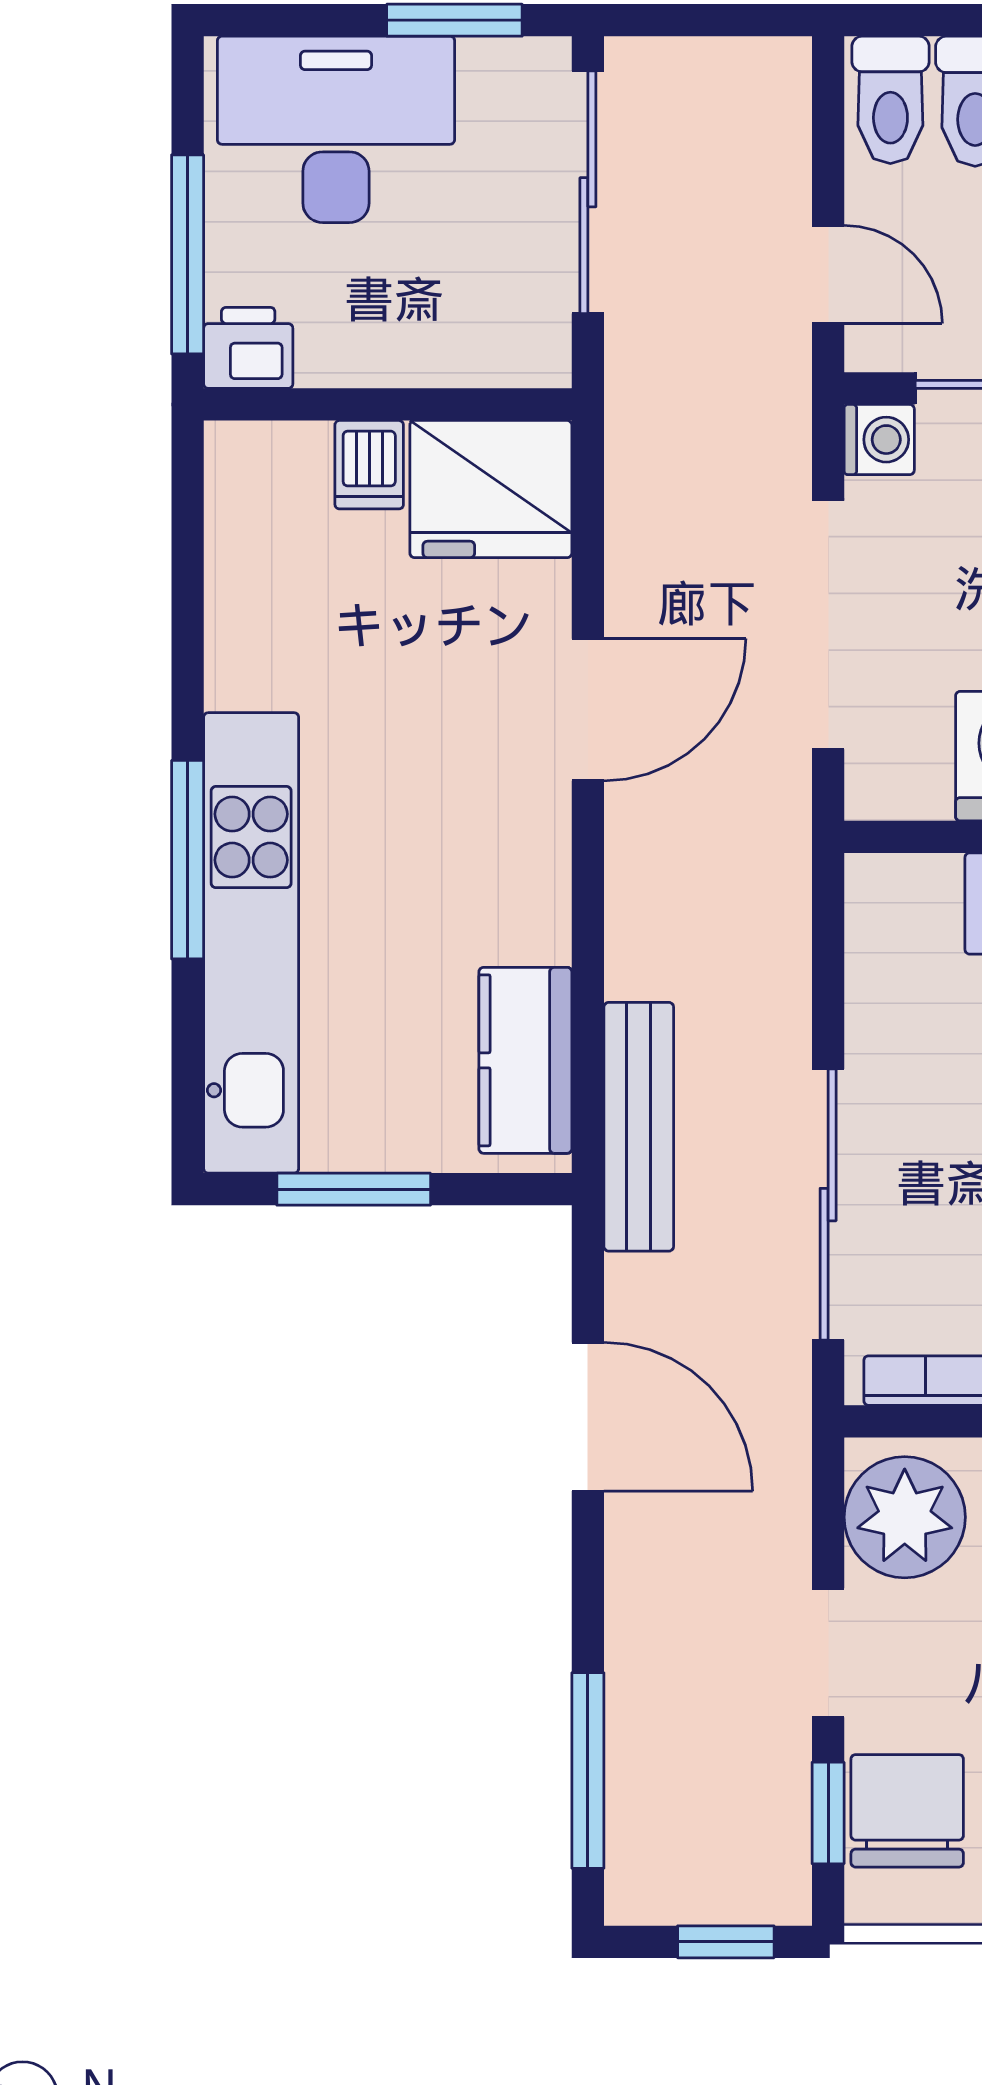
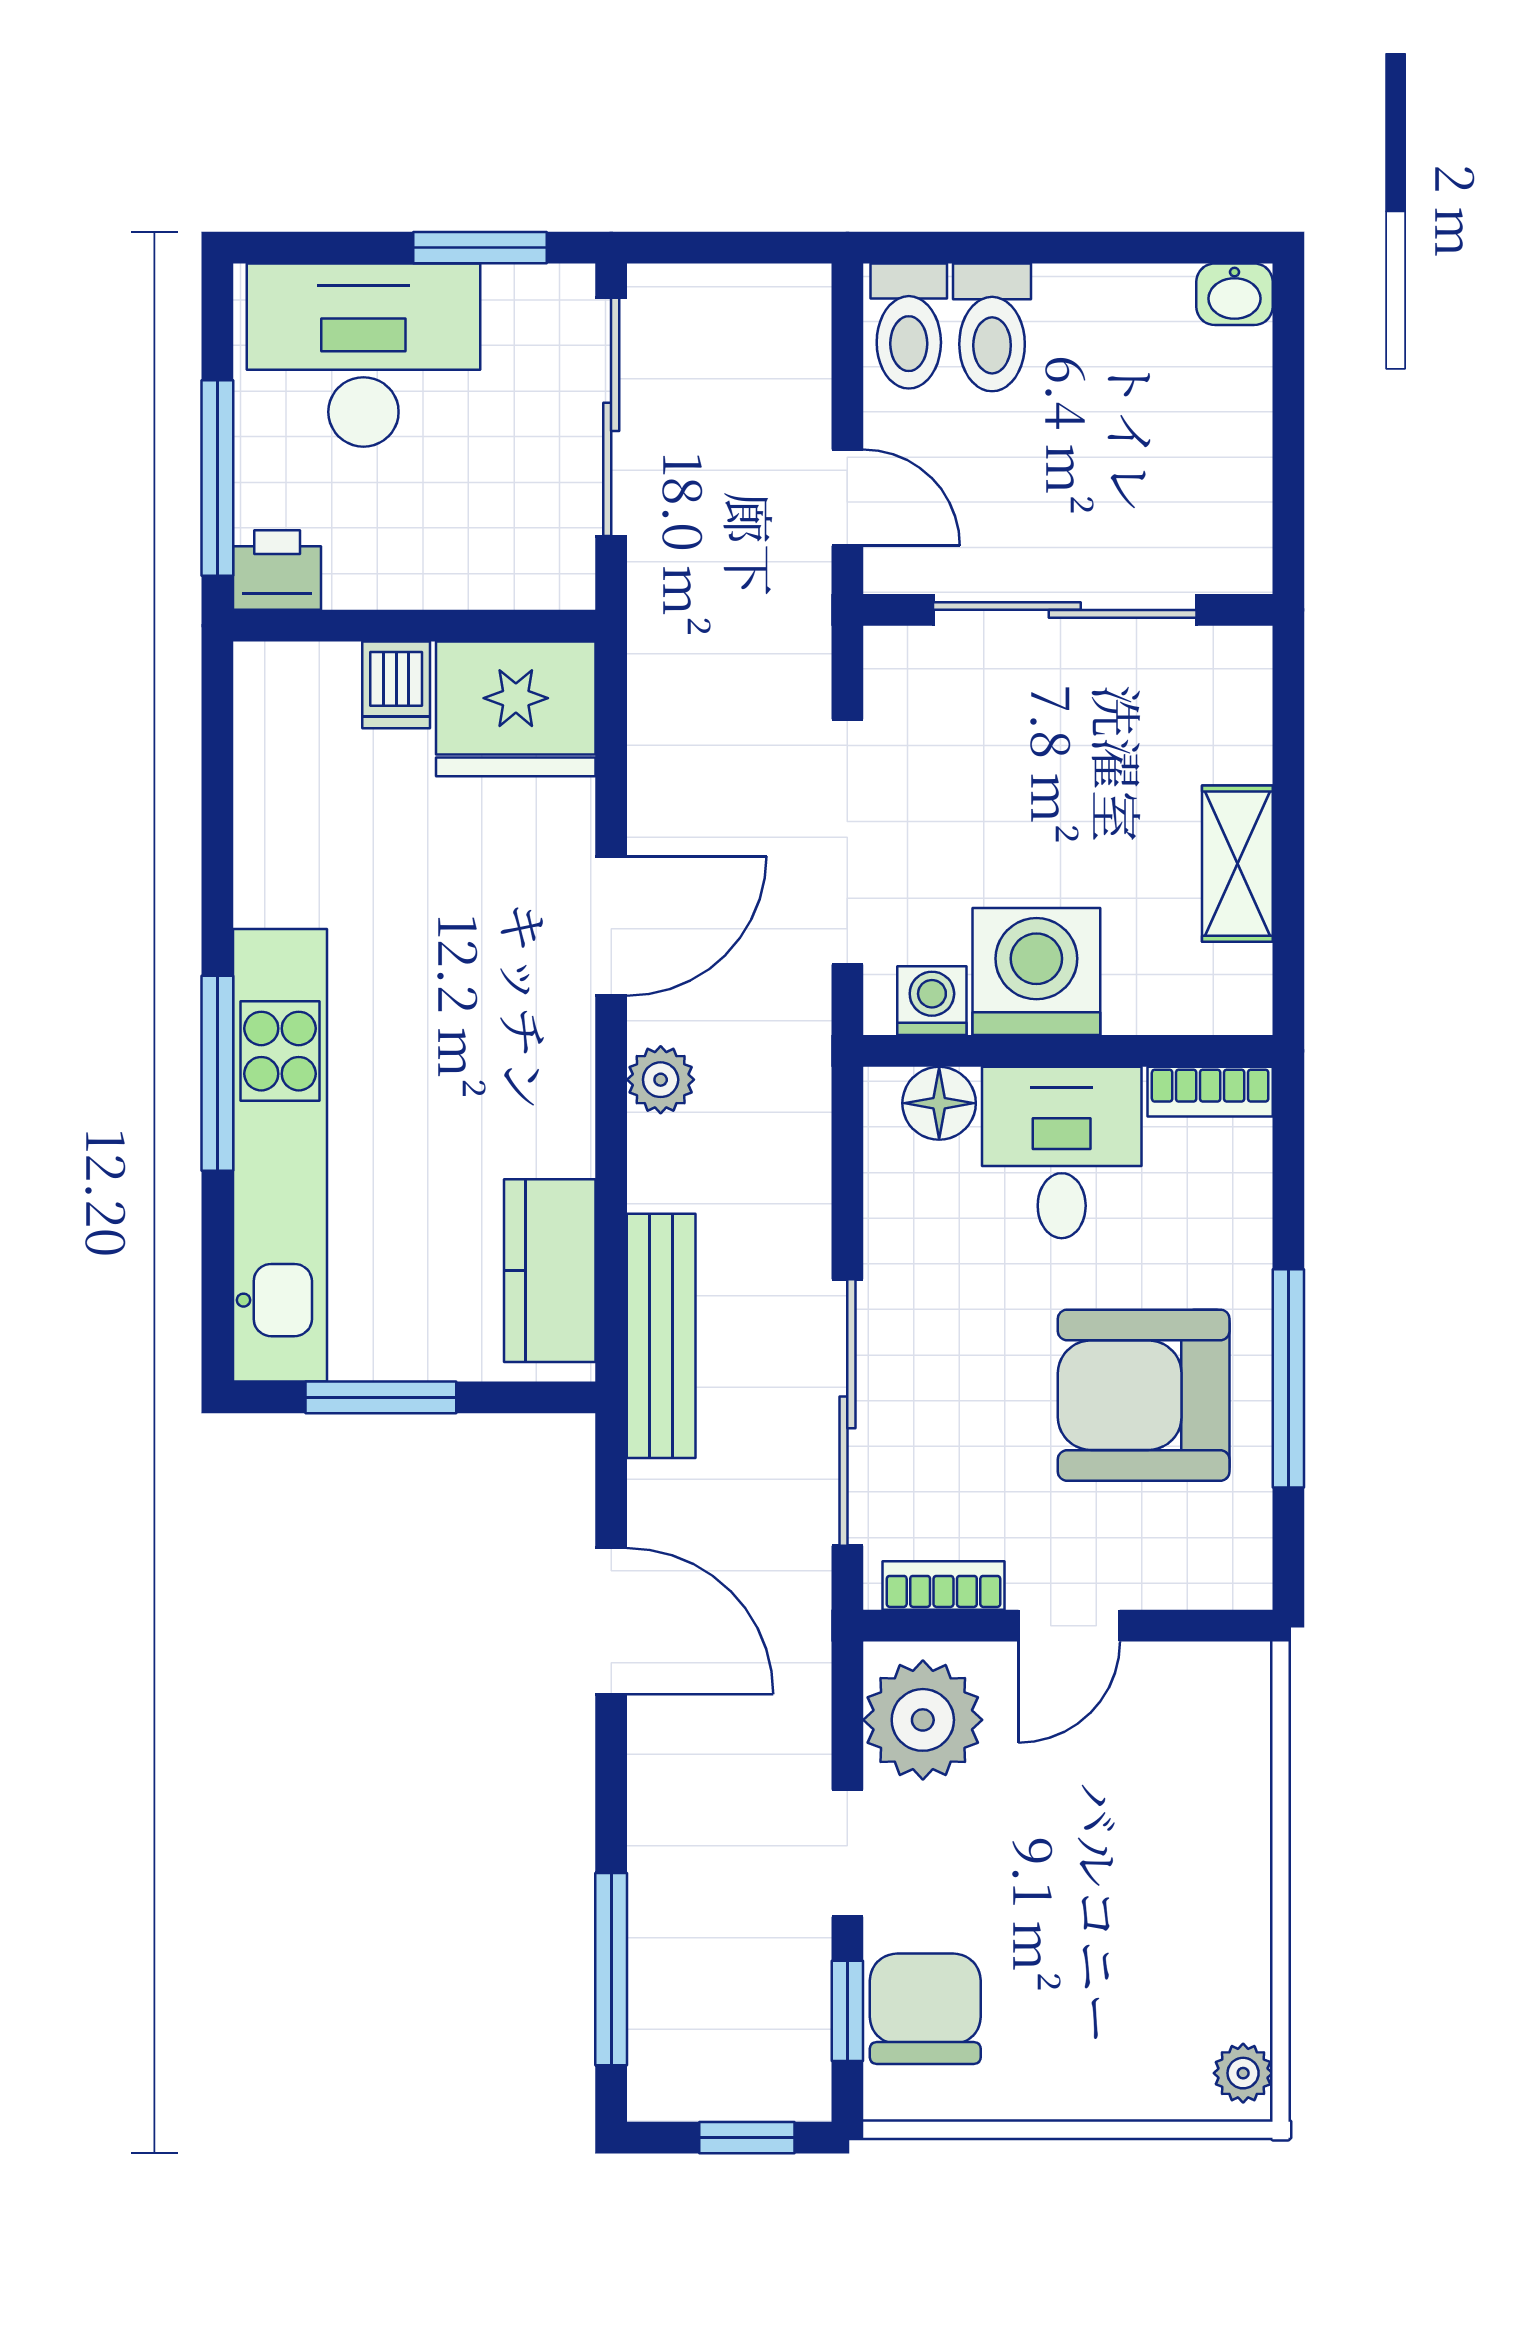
washing machine: (879, 440) -> (932, 1001), moved, turned -90
plant: (638, 866) -> (661, 1080), added
floor lamp: (921, 890) -> (939, 1103), added

